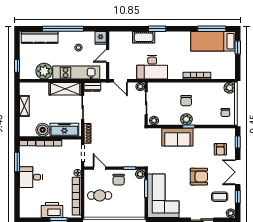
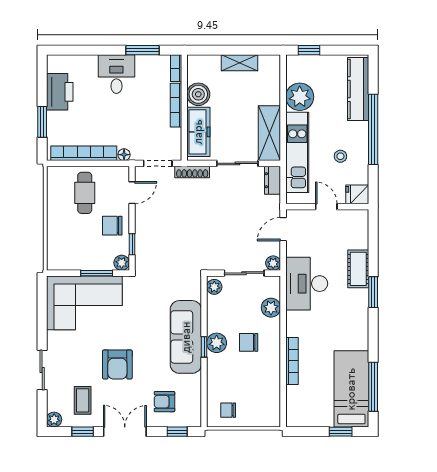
plant: (230, 88) -> (271, 308), moved
sofa: (177, 137) -> (186, 337), width x1.36
printer: (52, 210) -> (60, 92), moved

